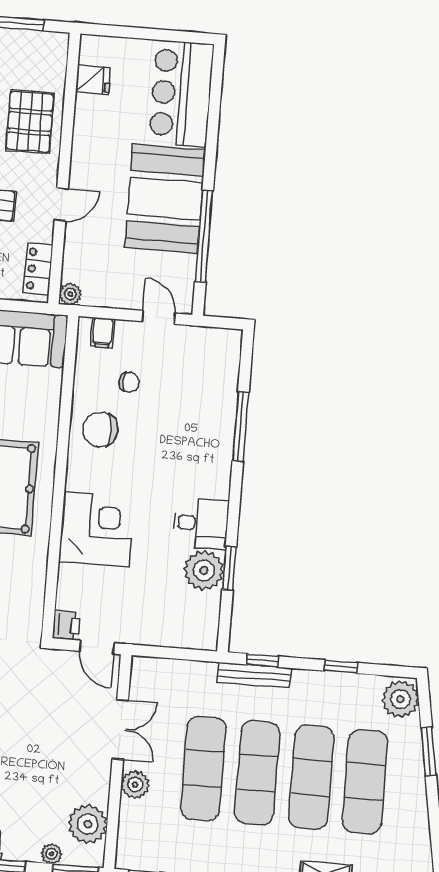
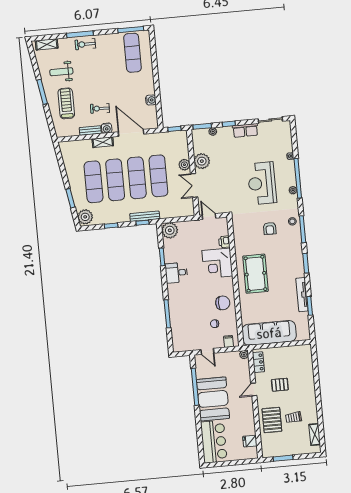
plant: (204, 570) -> (170, 230), moved
printer: (66, 625) -> (224, 242), moved
plant: (88, 824) -> (202, 161), moved

